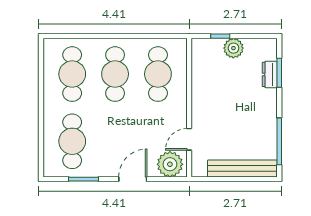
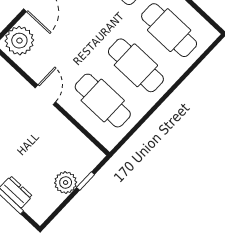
door: (189, 139) -> (45, 95), moved

